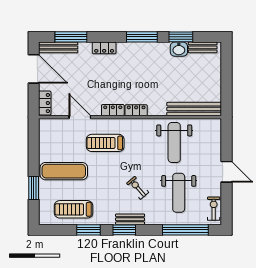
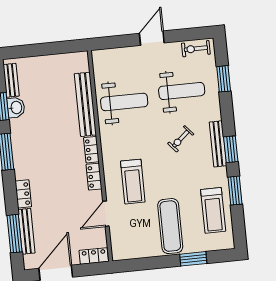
bench: (58, 47) -> (26, 231), moved
bench: (194, 109) -> (85, 104), moved
bench: (130, 219) -> (218, 144), width x1.36
window: (185, 230) -> (224, 79), width x0.47

